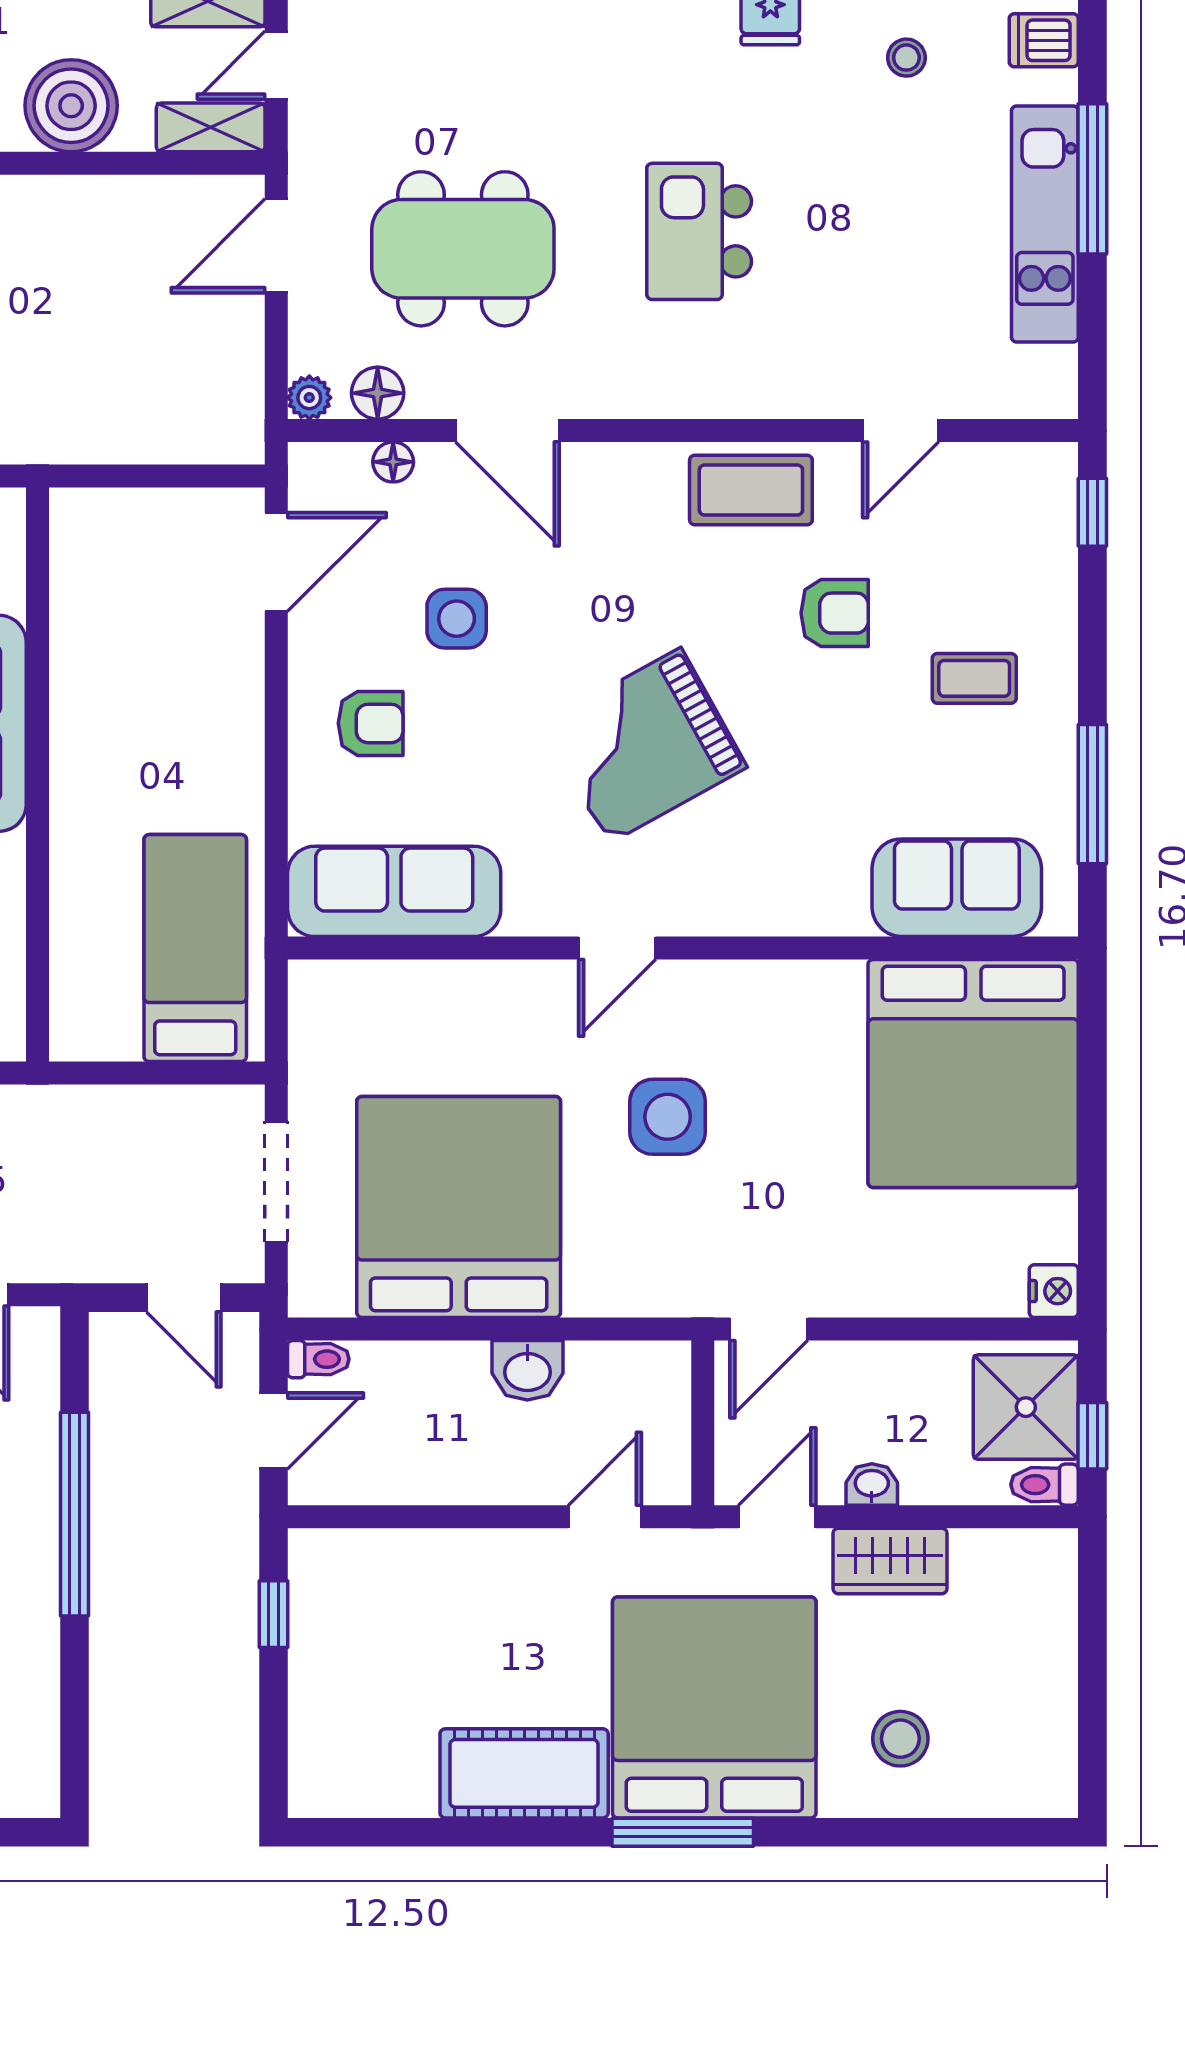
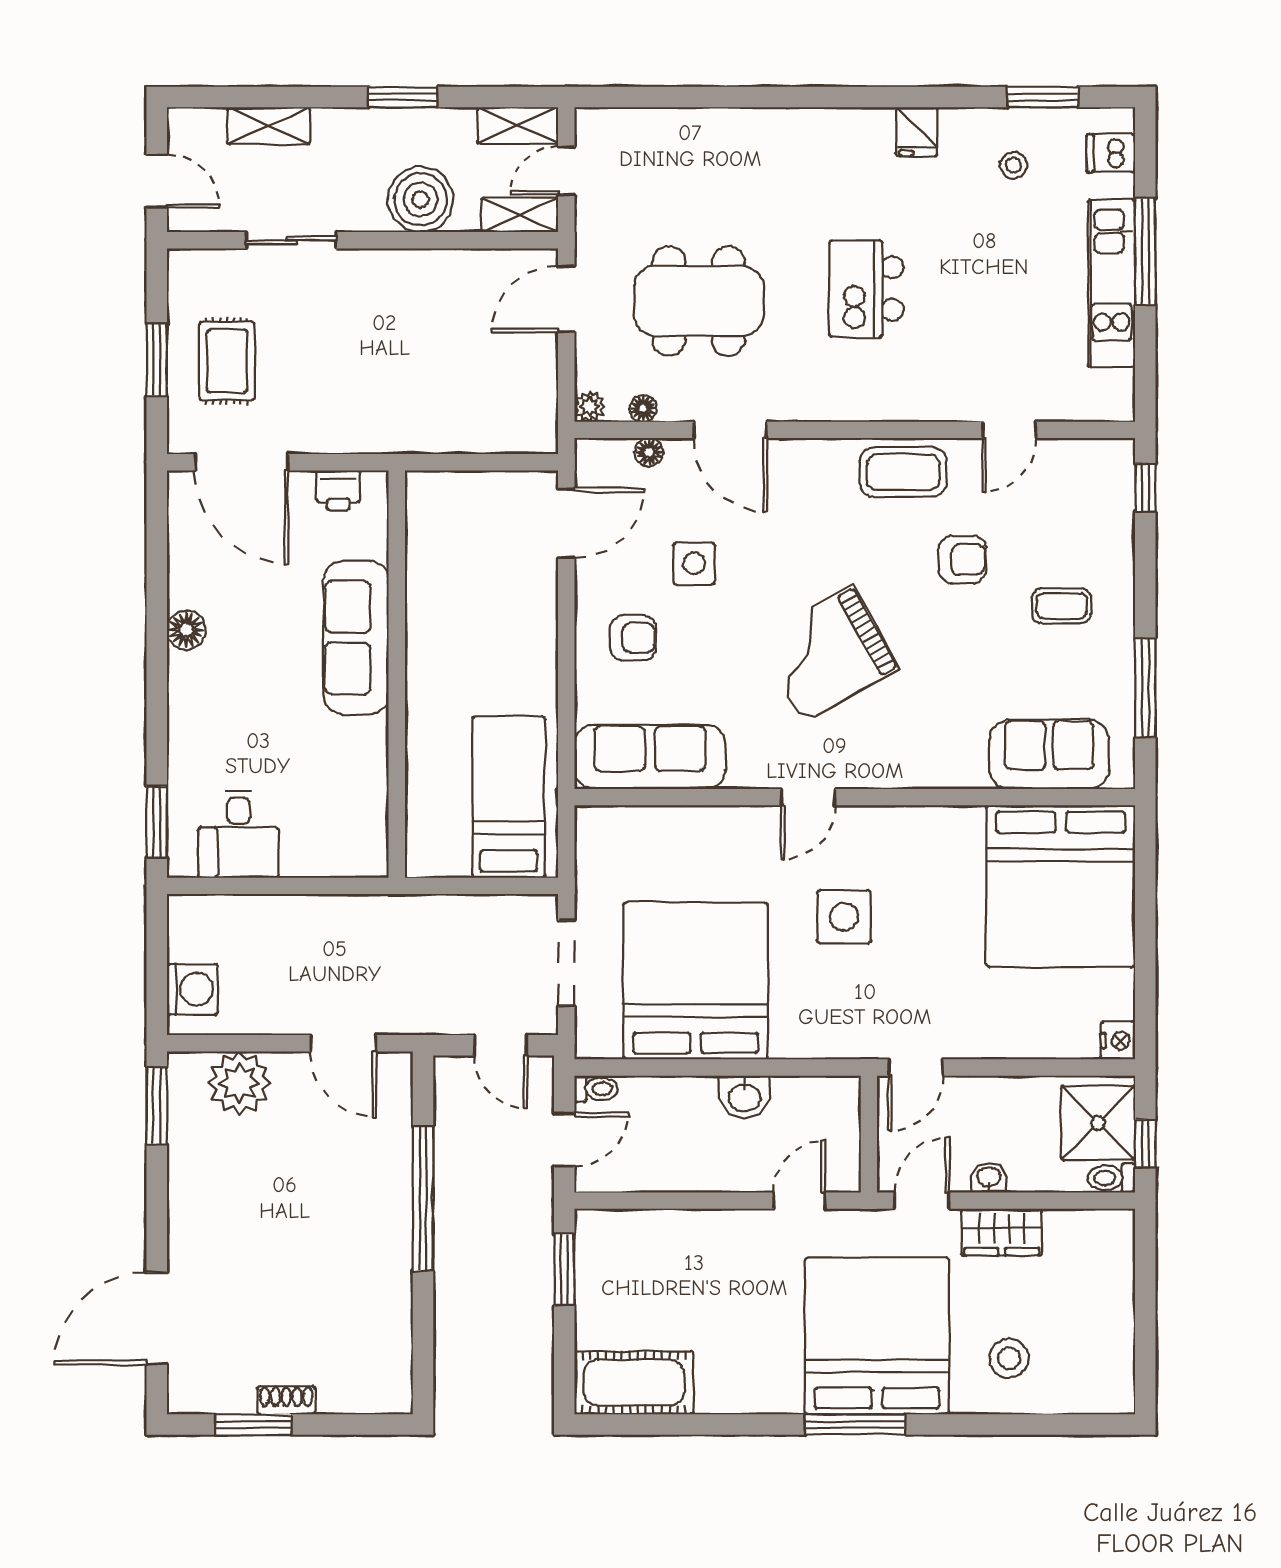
floor lamp: (378, 393) -> (643, 408), width x0.73, depth x0.73
window: (274, 1614) -> (564, 1270), width x1.50
cot: (524, 1773) -> (634, 1383), moved

